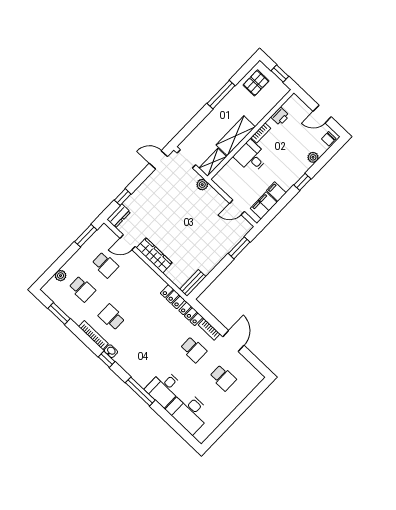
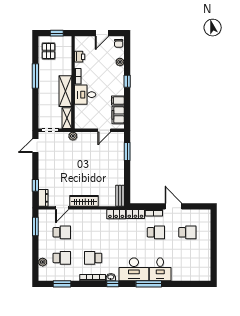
desk: (189, 412) -> (134, 269), moved

